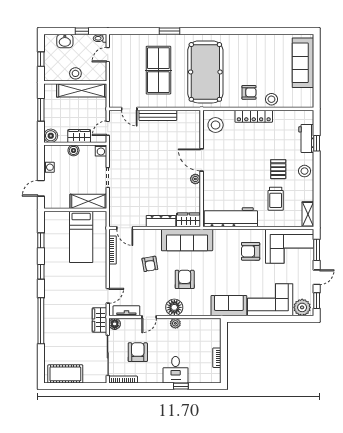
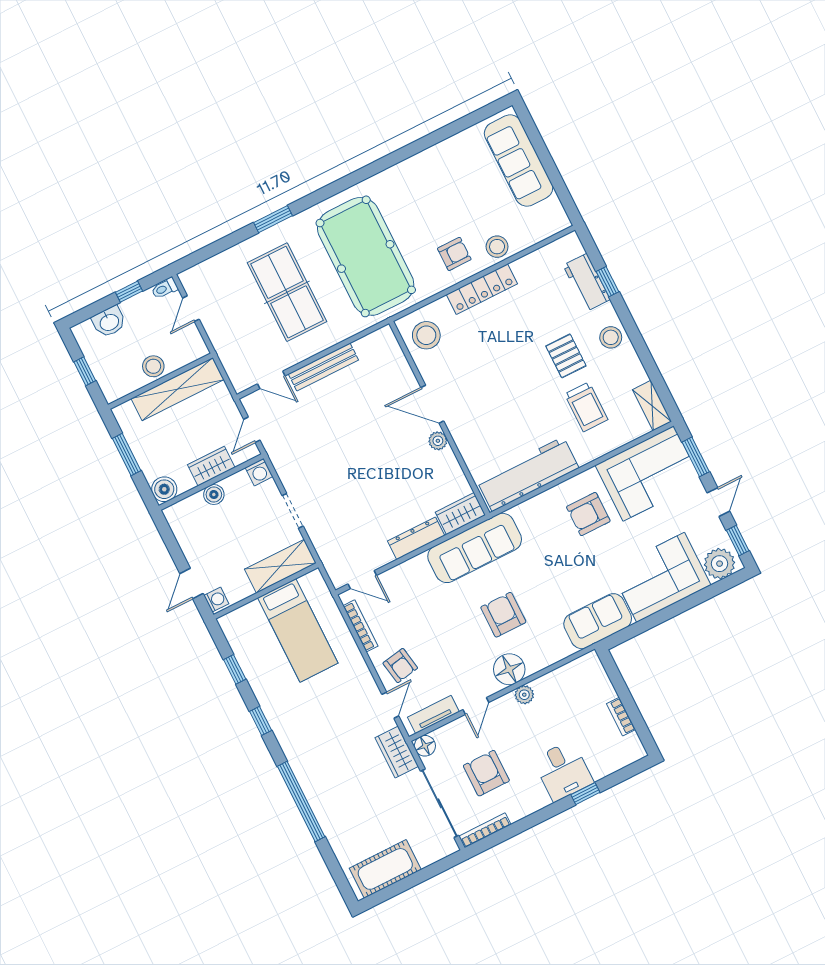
washing machine: (49, 167) -> (216, 600), moved
armchair: (150, 264) -> (400, 666), moved

